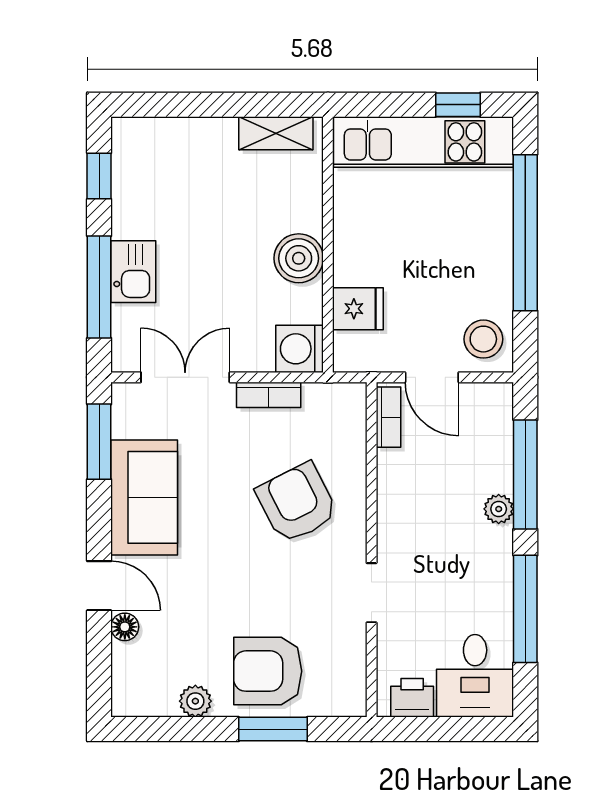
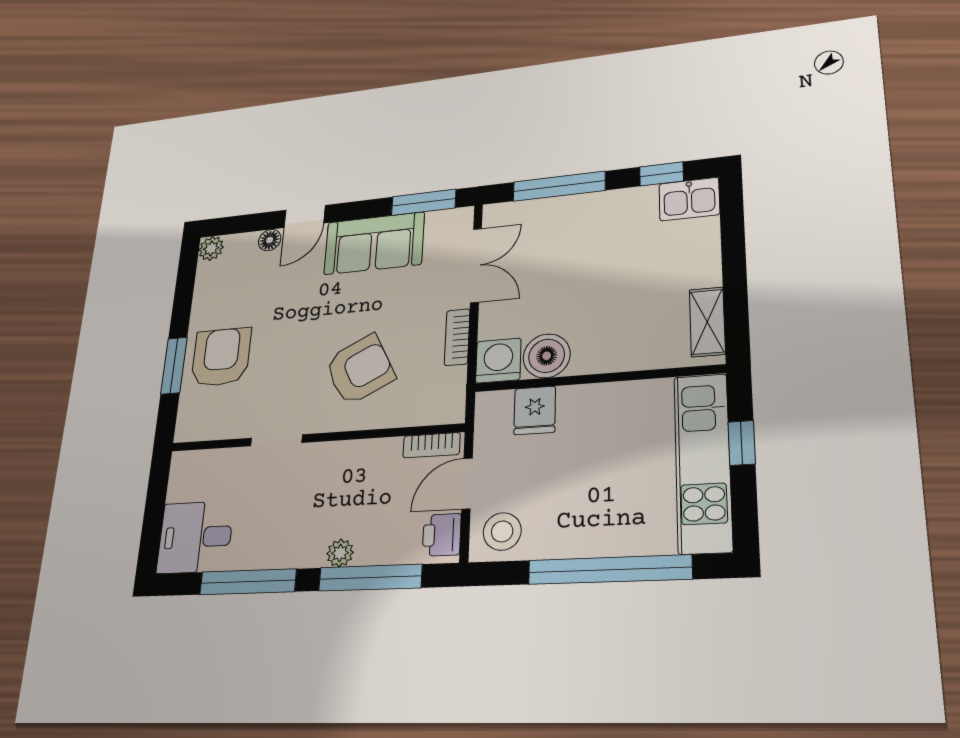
window: (458, 105) -> (742, 443), moved
boiler: (299, 258) -> (547, 356), moved
kitchen sink: (133, 272) -> (689, 199), moved
printer: (412, 698) -> (442, 535), moved, turned 180
plant: (195, 701) -> (211, 248), moved

